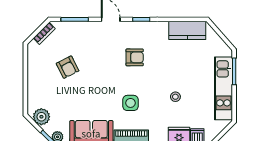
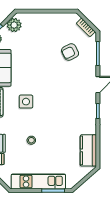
armchair: (135, 57) -> (65, 105), removed
armchair: (68, 67) -> (70, 52), moved

